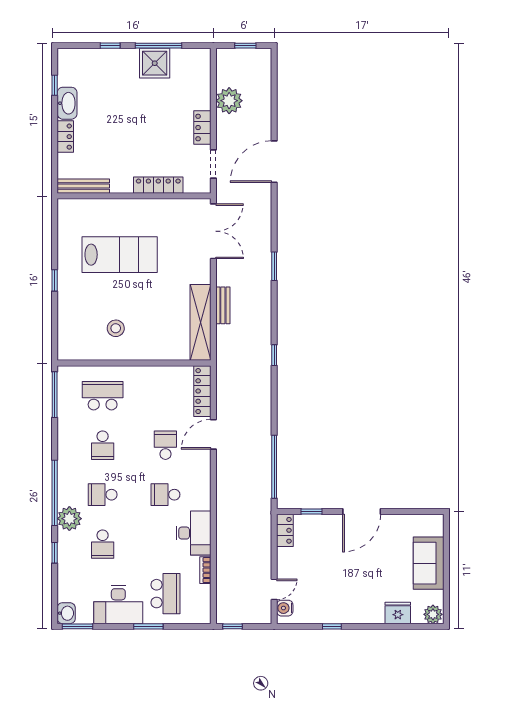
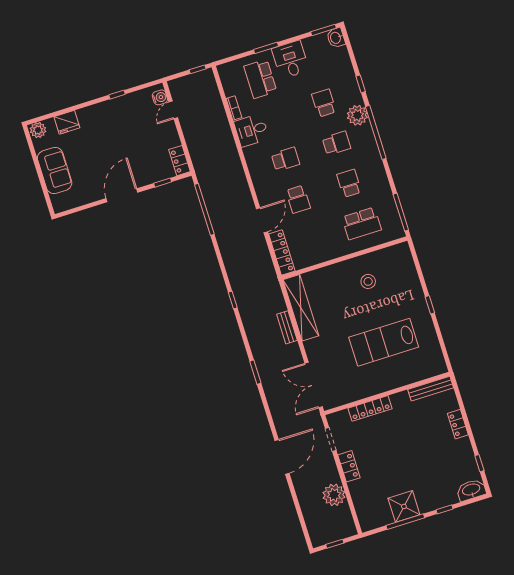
washbasin: (67, 103) -> (471, 490), moved, turned 90
desk: (193, 533) -> (251, 130), width x0.73
desk: (118, 605) -> (290, 60), width x0.73

